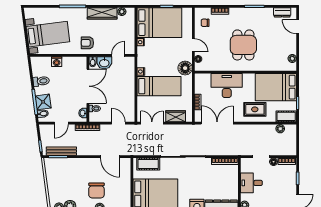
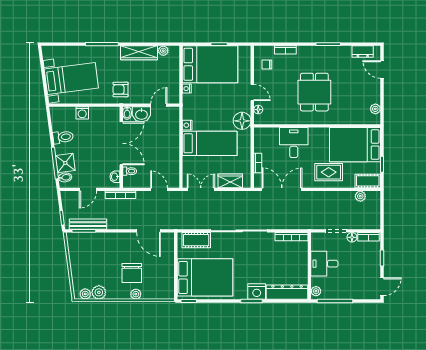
desk: (227, 86) -> (294, 143), width x0.73

